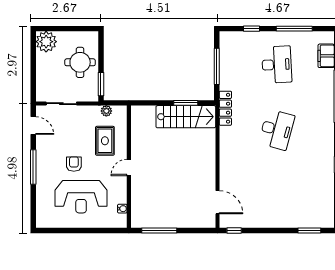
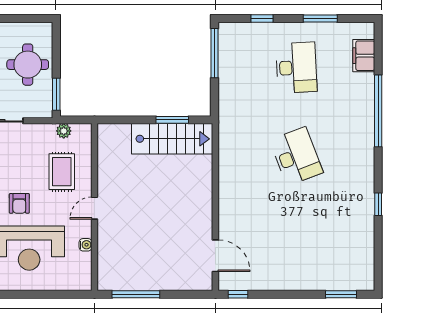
window: (294, 29) -> (320, 19), width x0.69
window: (217, 66) -> (215, 53), moved
locker: (225, 108) -> (226, 127), removed
desk: (277, 130) -> (296, 156), turned -36
armchair: (74, 164) -> (19, 203), turned 180
water cooler: (122, 209) -> (86, 245), moved

